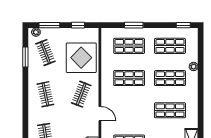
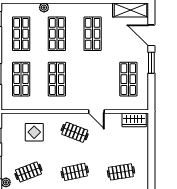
display table: (81, 58) -> (34, 132), width x0.54, depth x0.54
door: (100, 114) -> (96, 112), swing flipped

